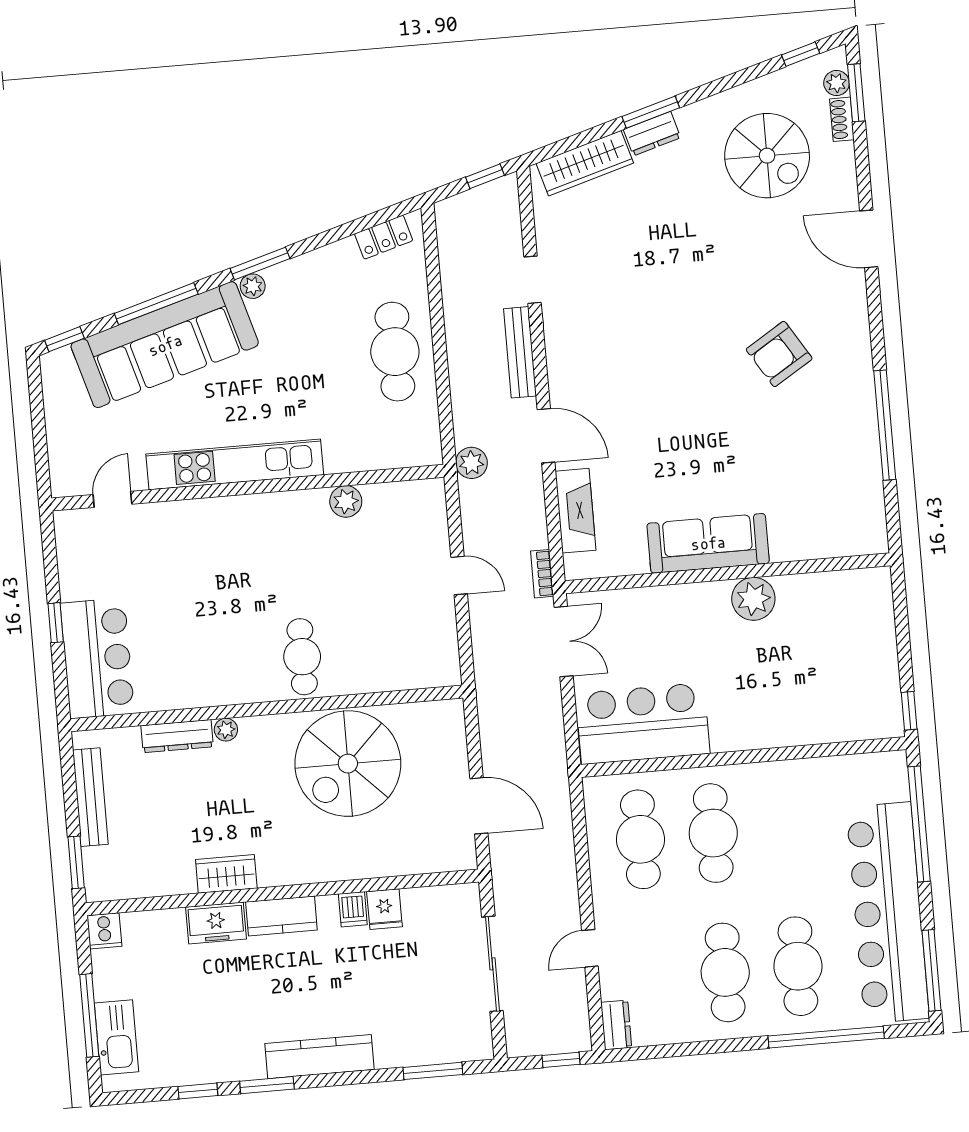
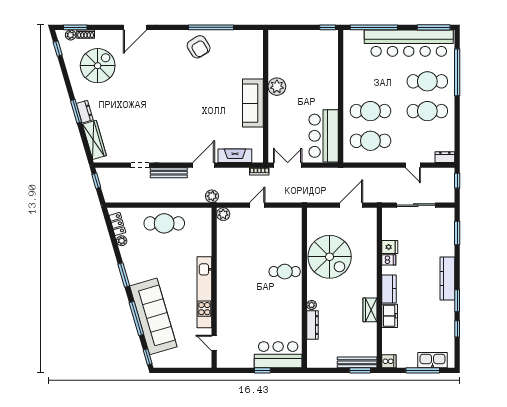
plant: (253, 286) -> (122, 241), moved
armchair: (779, 354) -> (199, 47), moved
plant: (346, 501) -> (223, 214), moved
bench: (90, 797) -> (357, 362), moved

